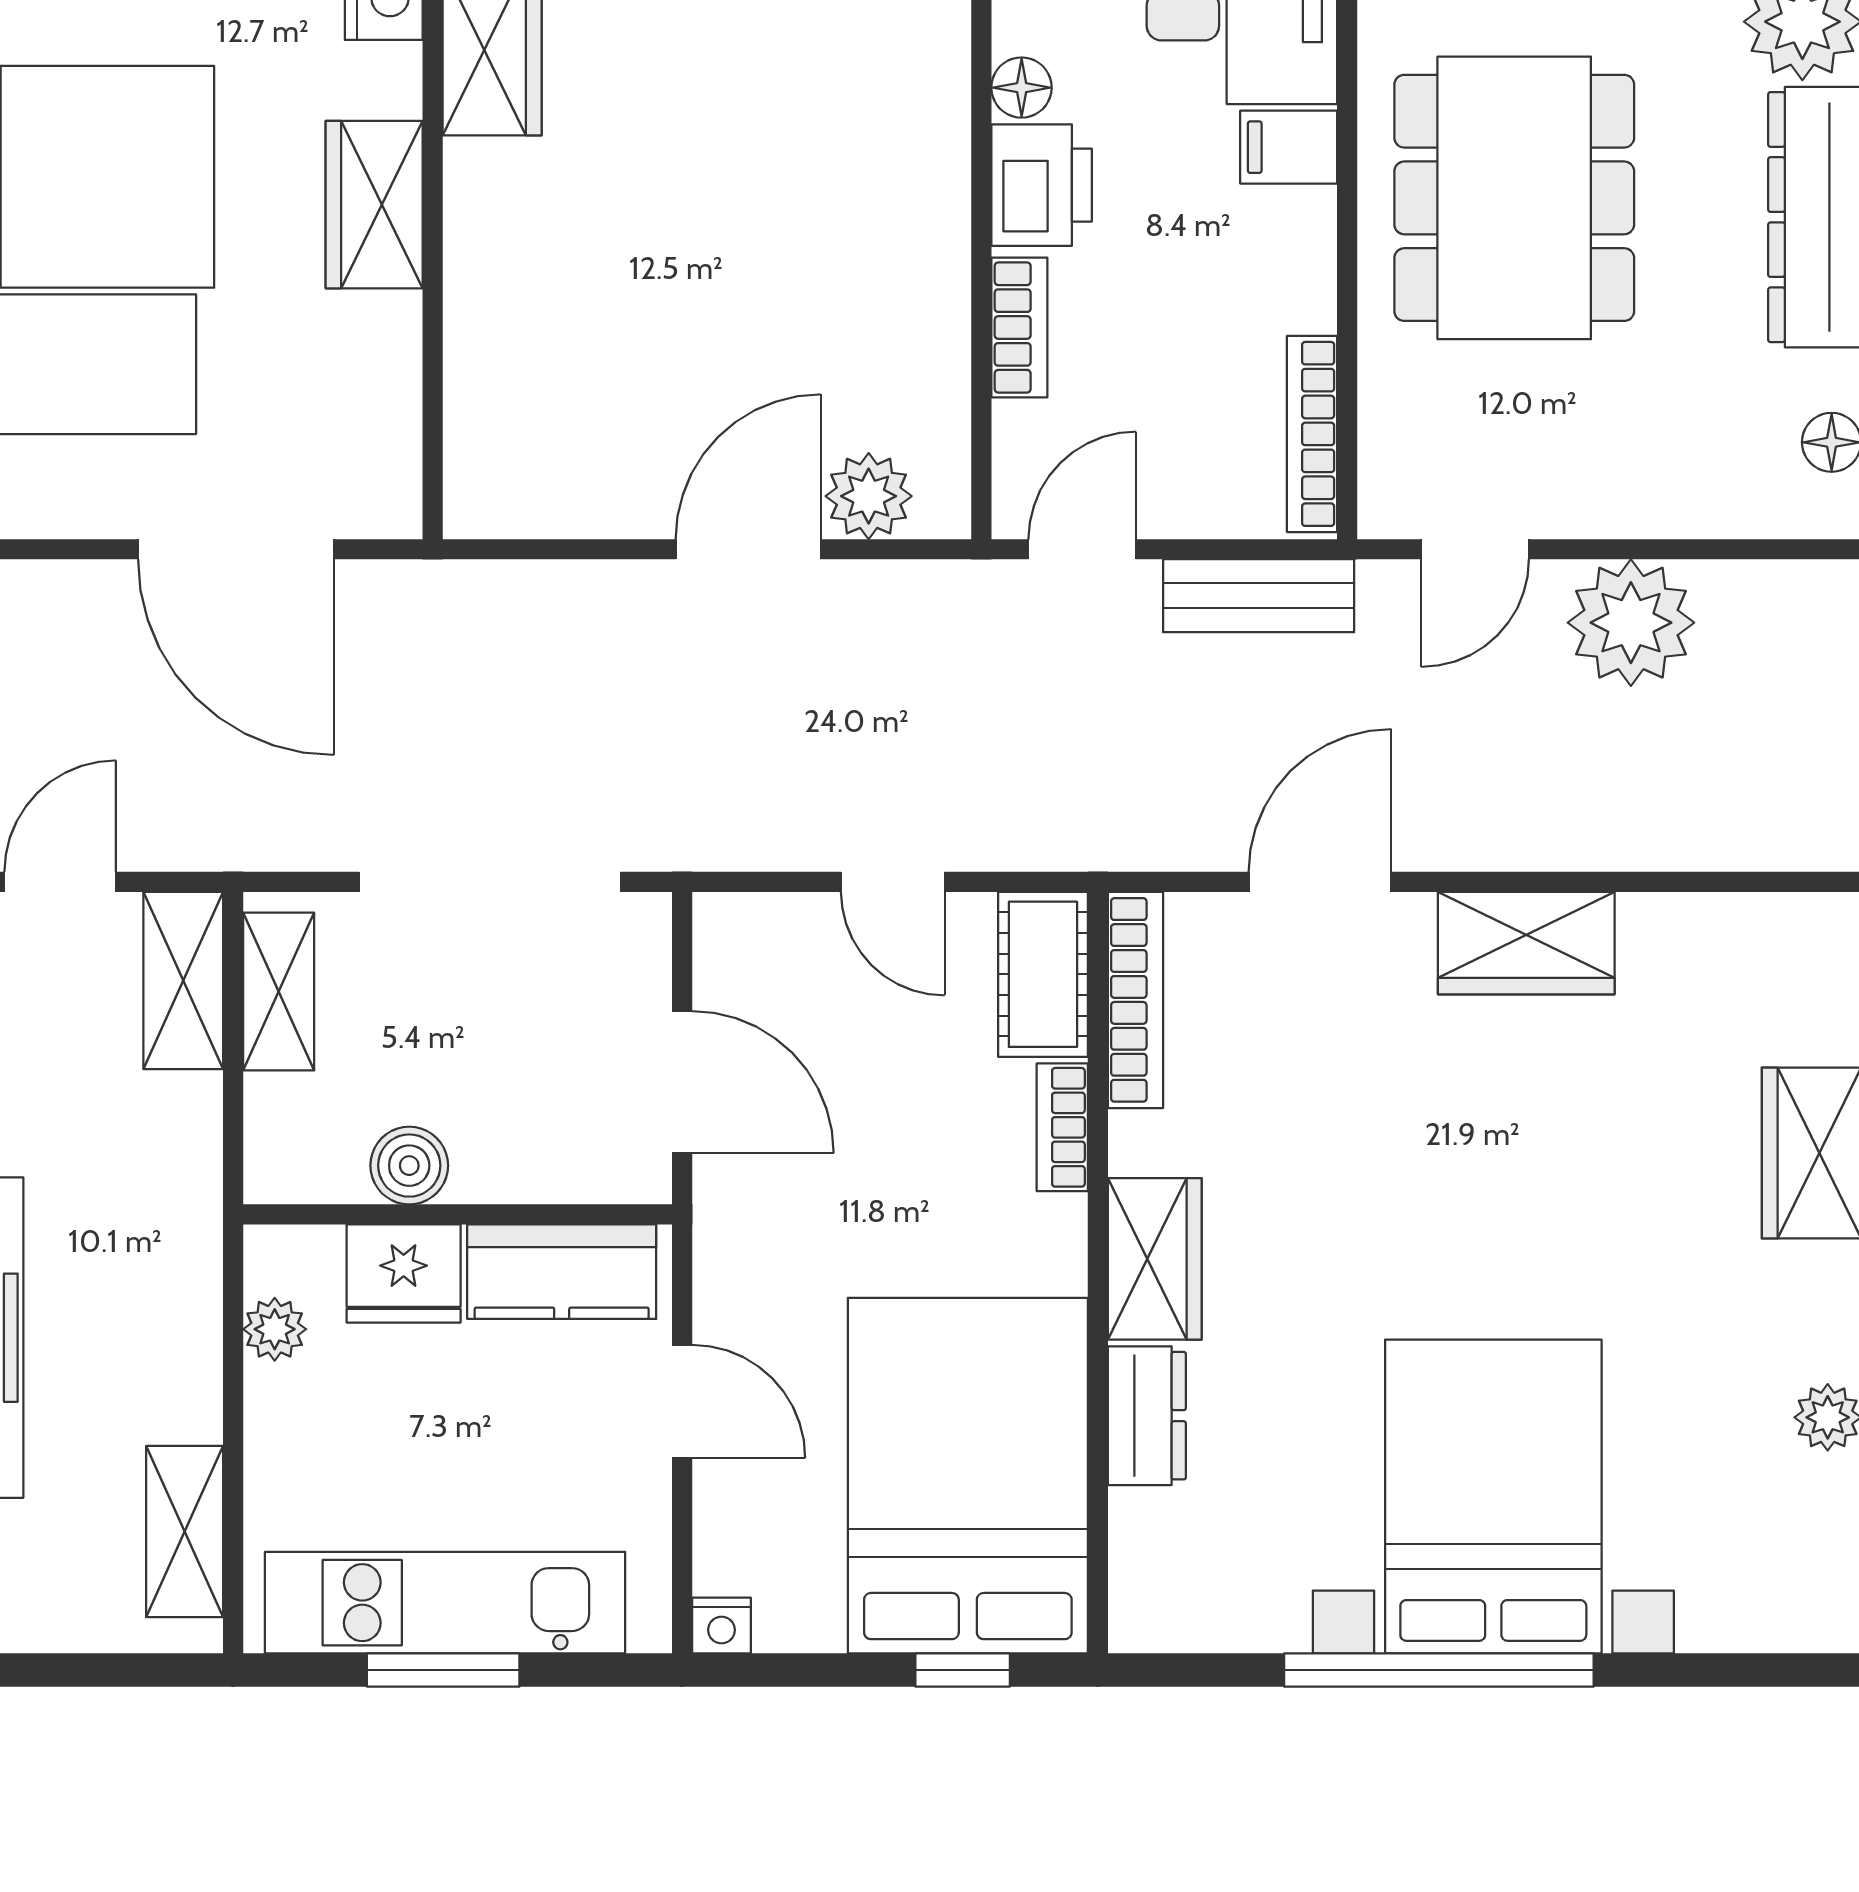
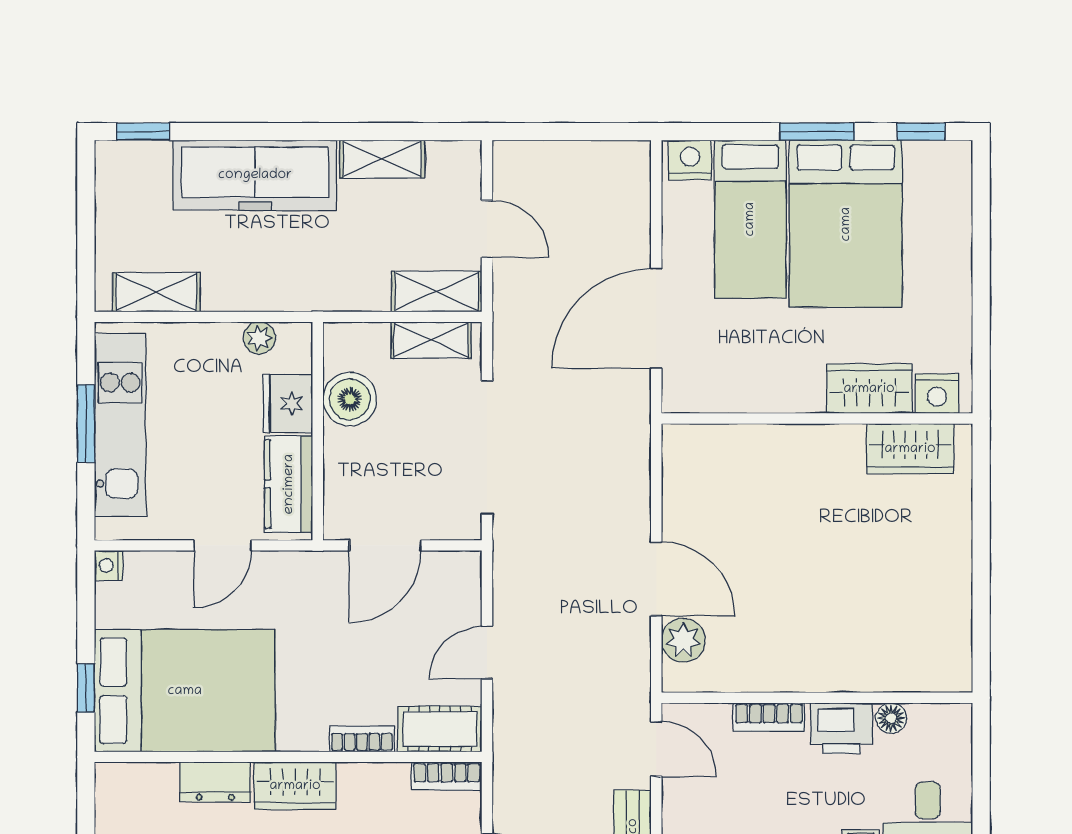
wardrobe: (374, 205) -> (869, 389), moved
bookcase: (1135, 1000) -> (447, 776), width x0.64
boiler: (409, 1166) -> (350, 399), width x1.36, depth x1.36

